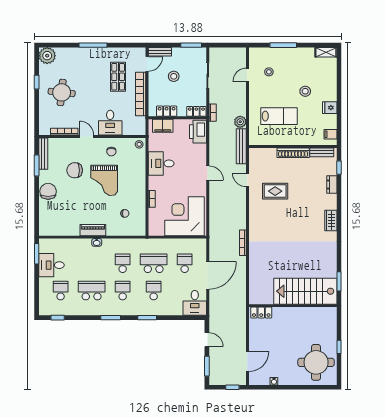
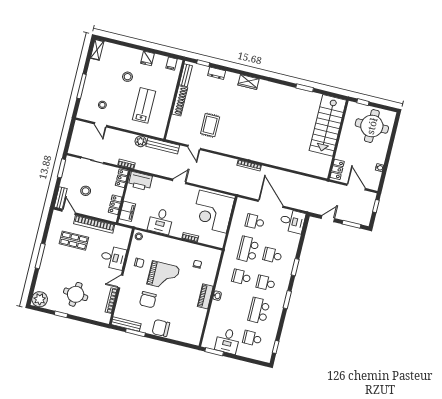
door: (247, 180) -> (194, 147), hinge flipped
stairs: (305, 291) -> (328, 125), moved
wall: (293, 306) -> (338, 140), moved
locker: (261, 313) -> (337, 169), moved

